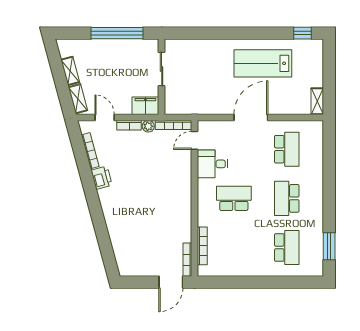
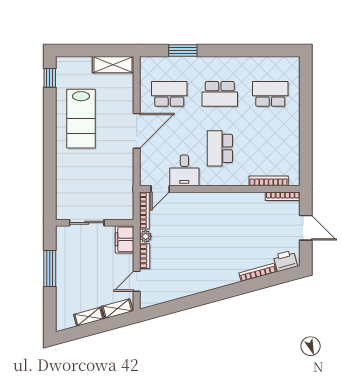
window: (117, 33) -> (50, 269), width x0.68
shelving: (317, 101) -> (113, 65), width x1.50, depth x1.33
door: (251, 117) -> (137, 131), swing flipped
door: (194, 140) -> (160, 189), hinge flipped
bookcase: (90, 151) -> (258, 273), moved
printer: (102, 178) -> (285, 261), moved
window: (329, 246) -> (183, 51), moved
door: (171, 282) -> (306, 228), moved

